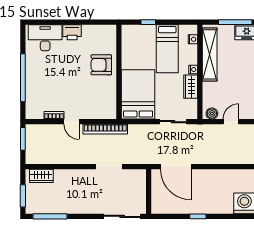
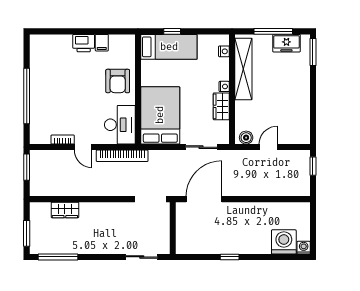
filing cabinet: (88, 32) -> (102, 43), added
desk: (45, 38) -> (120, 125), moved, turned 90
bed: (167, 49) -> (169, 47), moved, turned -90
armchair: (101, 65) -> (118, 81), turned -90
doorway: (109, 167) -> (150, 199), moved
door: (176, 167) -> (204, 199), swing flipped
wardrobe: (41, 176) -> (65, 210), moved
sliding door: (122, 216) -> (142, 257), width x0.73

